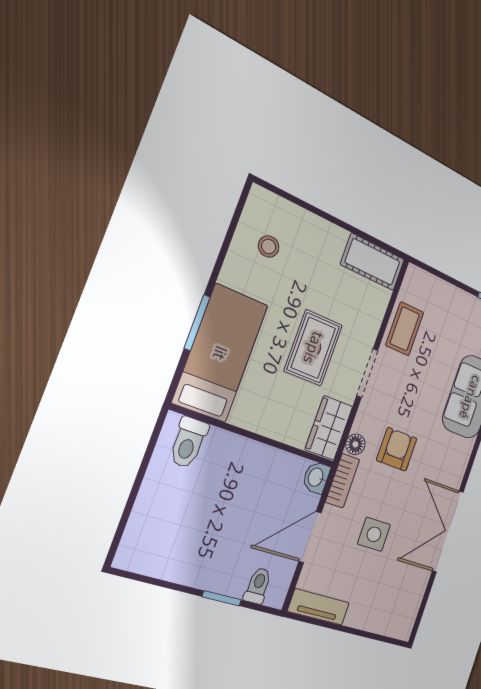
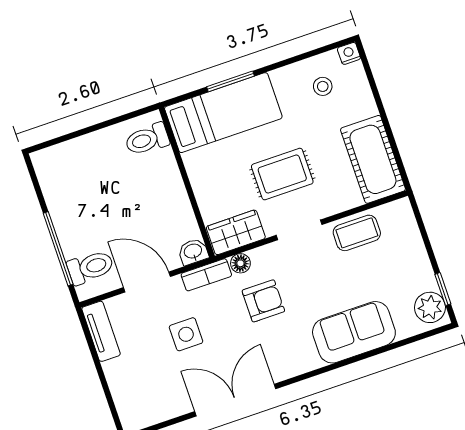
nightstand: (259, 197) -> (349, 53), added
cot: (373, 262) -> (373, 159), width x1.37, depth x1.34
toilet: (258, 586) -> (90, 267), width x1.37, depth x1.39
window: (222, 598) -> (58, 249), width x2.17

